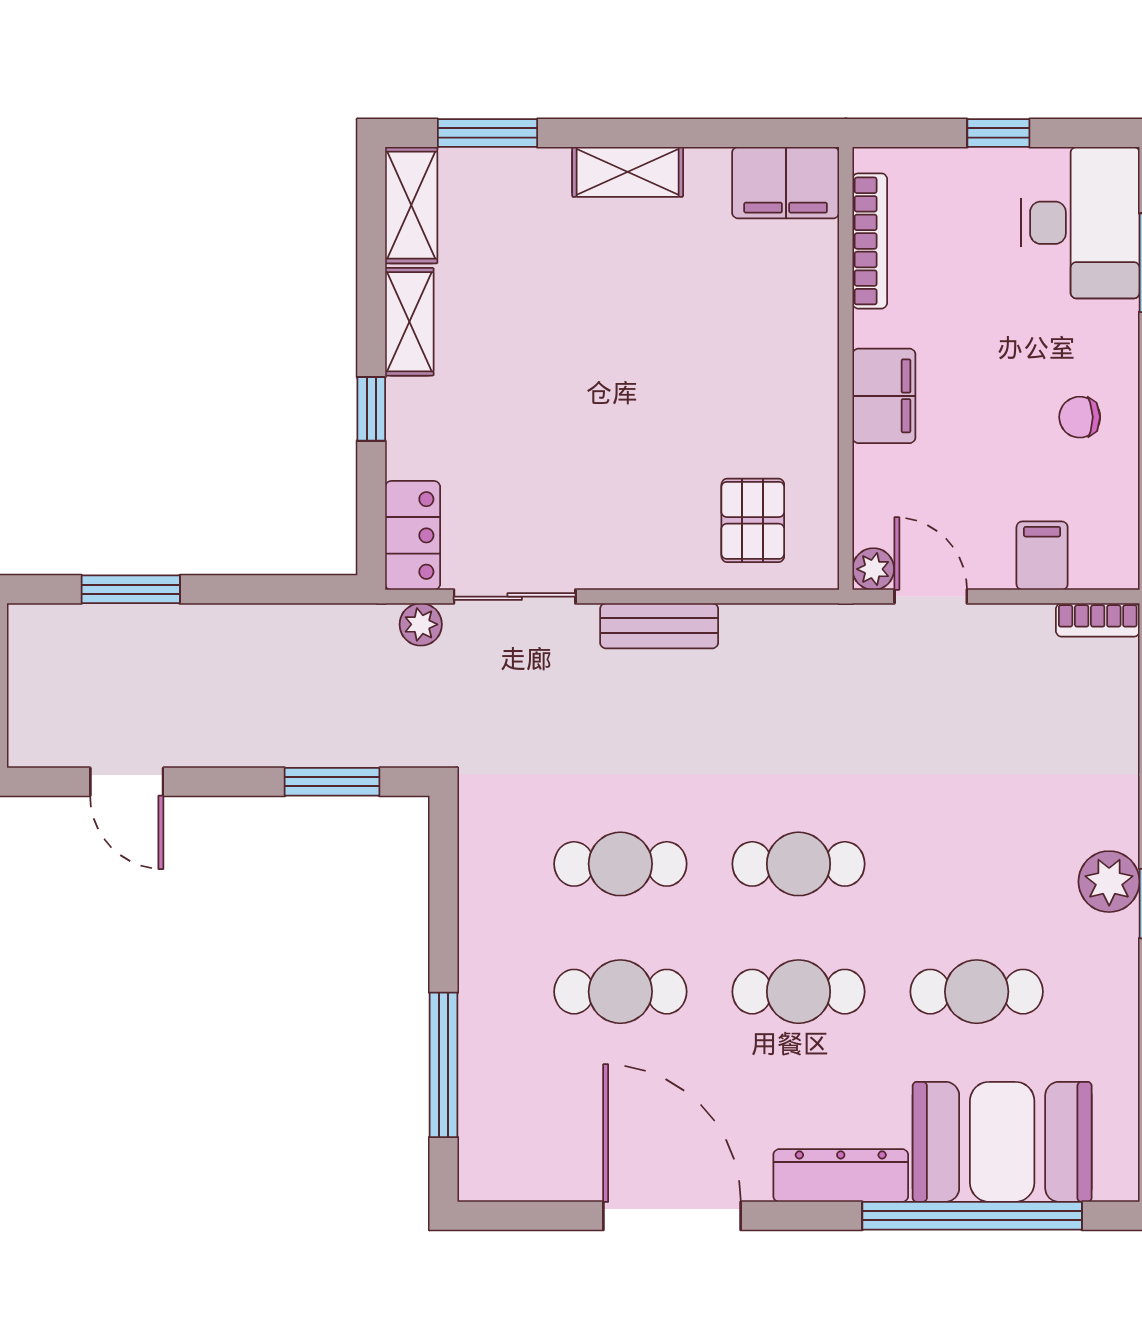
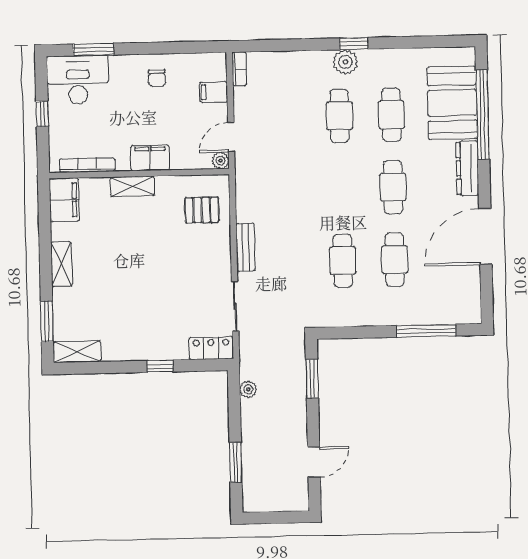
shelving: (409, 322) -> (132, 186), moved
plant: (421, 624) -> (248, 389), moved
cafe table: (798, 864) -> (339, 116), moved

